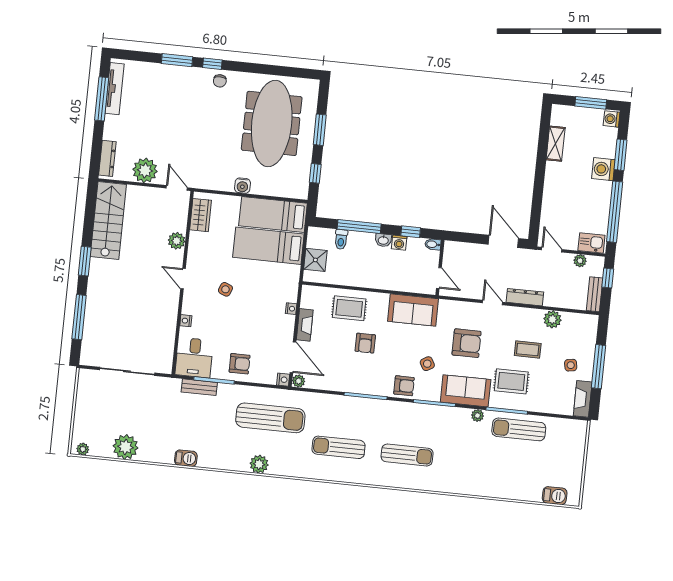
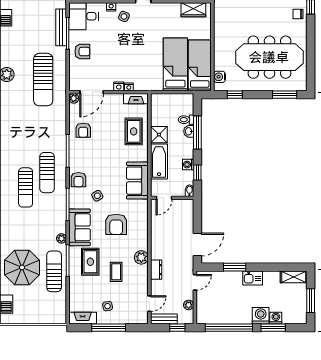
washing machine: (612, 119) -> (276, 318), moved
window: (320, 130) -> (285, 95), moved
shelving: (556, 144) -> (294, 277), moved
water cooler: (242, 186) -> (219, 77), moved
window: (537, 196) -> (235, 267), added
washbasin: (383, 240) -> (189, 131), moved
kitchen sink: (591, 243) -> (253, 278), moved, turned 90
shower: (315, 260) -> (159, 135), moved
bathtub: (391, 280) -> (159, 161), added
side table: (225, 289) -> (124, 16), moved
dresser: (525, 297) -> (156, 270), width x0.70
door: (493, 303) -> (149, 304), moved
plant: (552, 319) -> (141, 257), moved
fireplace: (305, 325) -> (136, 99), moved
armchair: (365, 343) -> (83, 130), moved, turned -90
armchair: (240, 364) -> (82, 52), turned -90
nightstand: (283, 380) -> (119, 86), moved
bench: (199, 387) -> (61, 27), width x1.36
sun lounger: (339, 447) -> (47, 173), moved, turned 180
parasol: (510, 470) -> (22, 267), added

